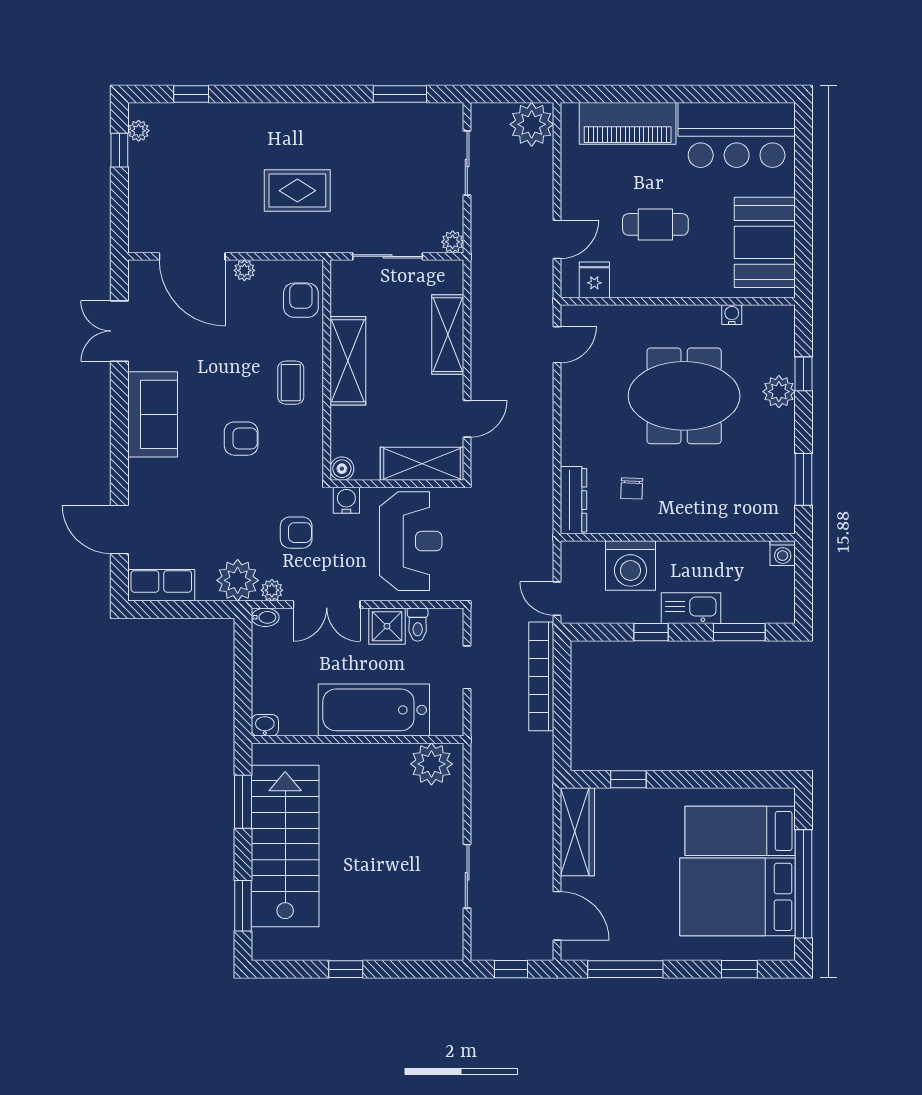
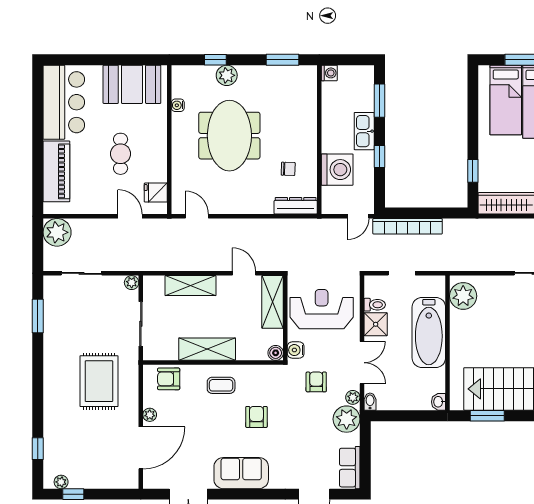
rug: (297, 191) -> (99, 381), width x1.36, depth x1.43

